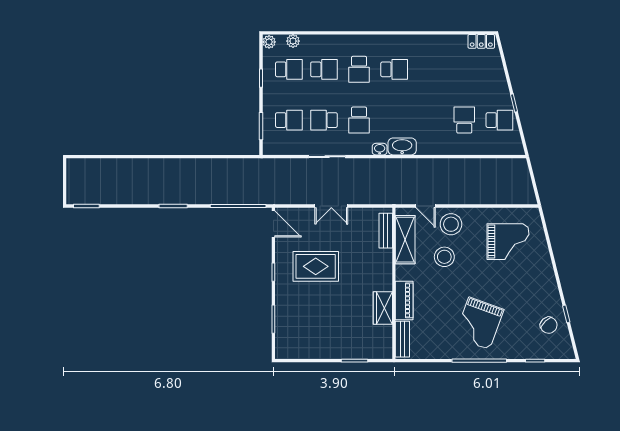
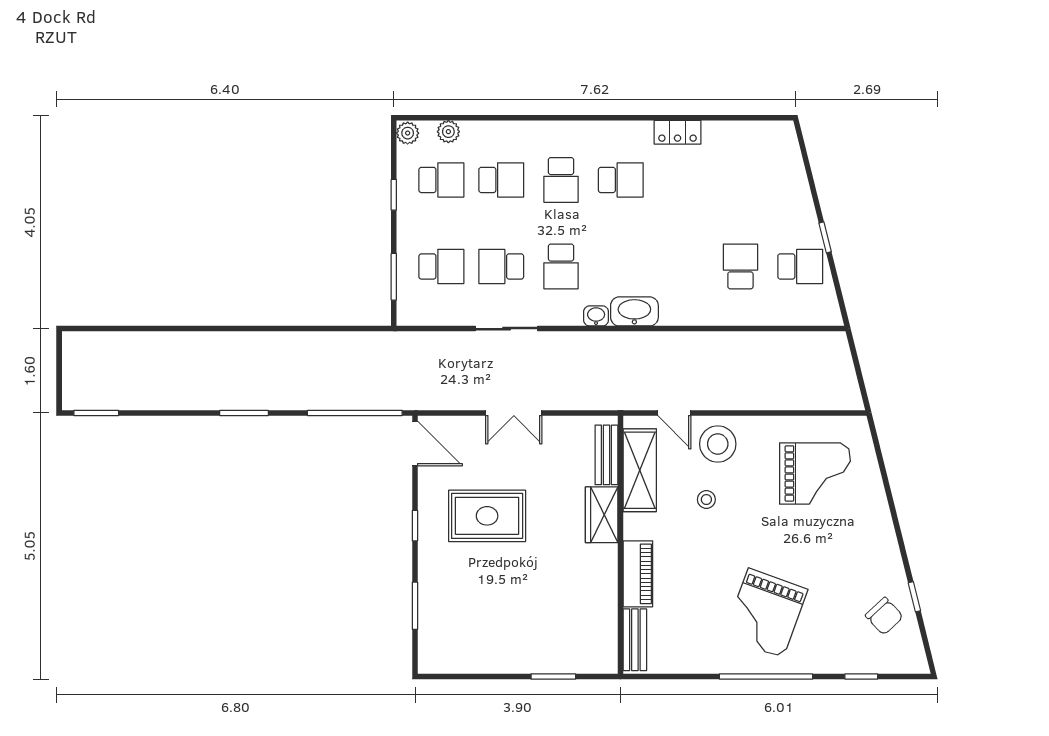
locker: (481, 41) -> (678, 132), moved
stool: (444, 257) -> (706, 500), width x0.53, depth x0.53
wardrobe: (383, 308) -> (602, 515), moved

